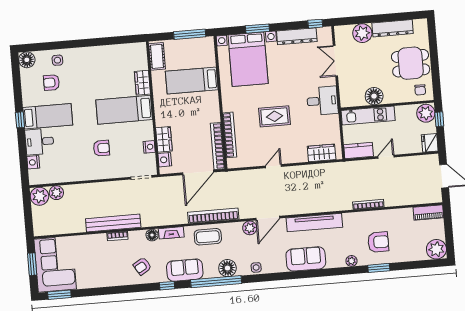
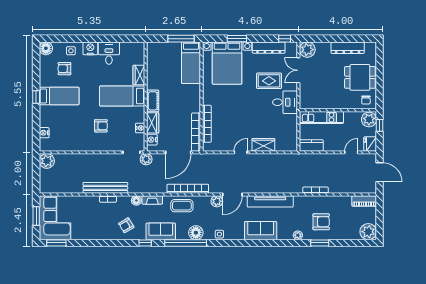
plant: (362, 33) -> (307, 50), moved
nightstand: (81, 55) -> (90, 48), added
cot: (157, 56) -> (153, 101), moved
bed: (192, 80) -> (191, 63), moved, turned -90
floor lamp: (374, 96) -> (328, 102), removed
rug: (274, 116) -> (269, 81), moved
desk: (39, 142) -> (109, 53), moved, turned 90
wardrobe: (322, 153) -> (263, 145), moved
door: (386, 157) -> (351, 152), moved
plant: (56, 193) -> (146, 159), moved

